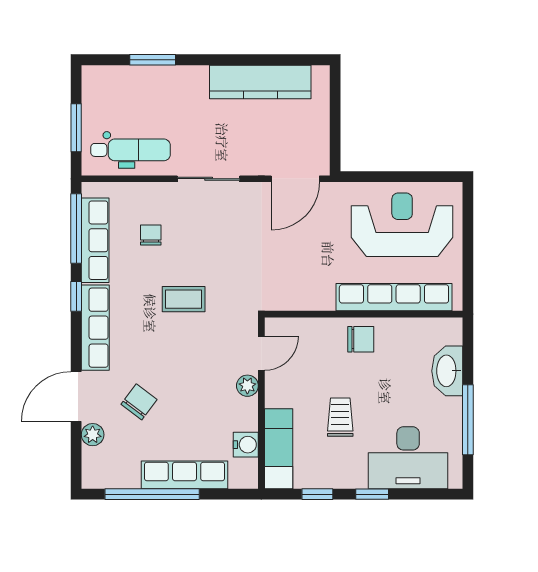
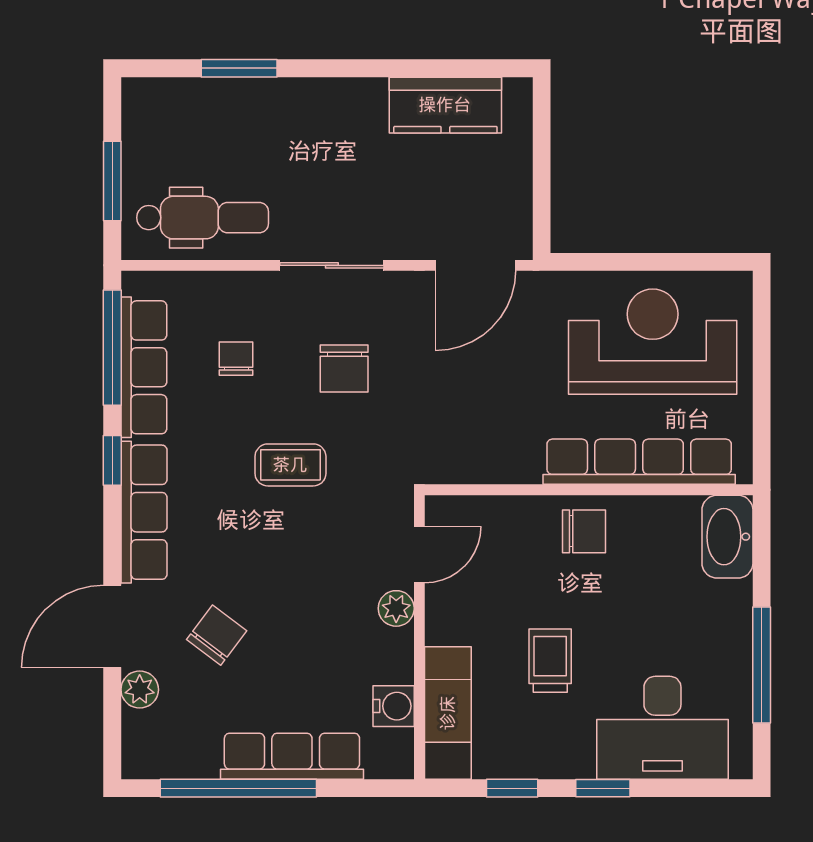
kitchen counter: (260, 82) -> (445, 105), width x0.67
chair: (216, 241) -> (344, 369), added
washbasin: (447, 371) -> (727, 537), moved

